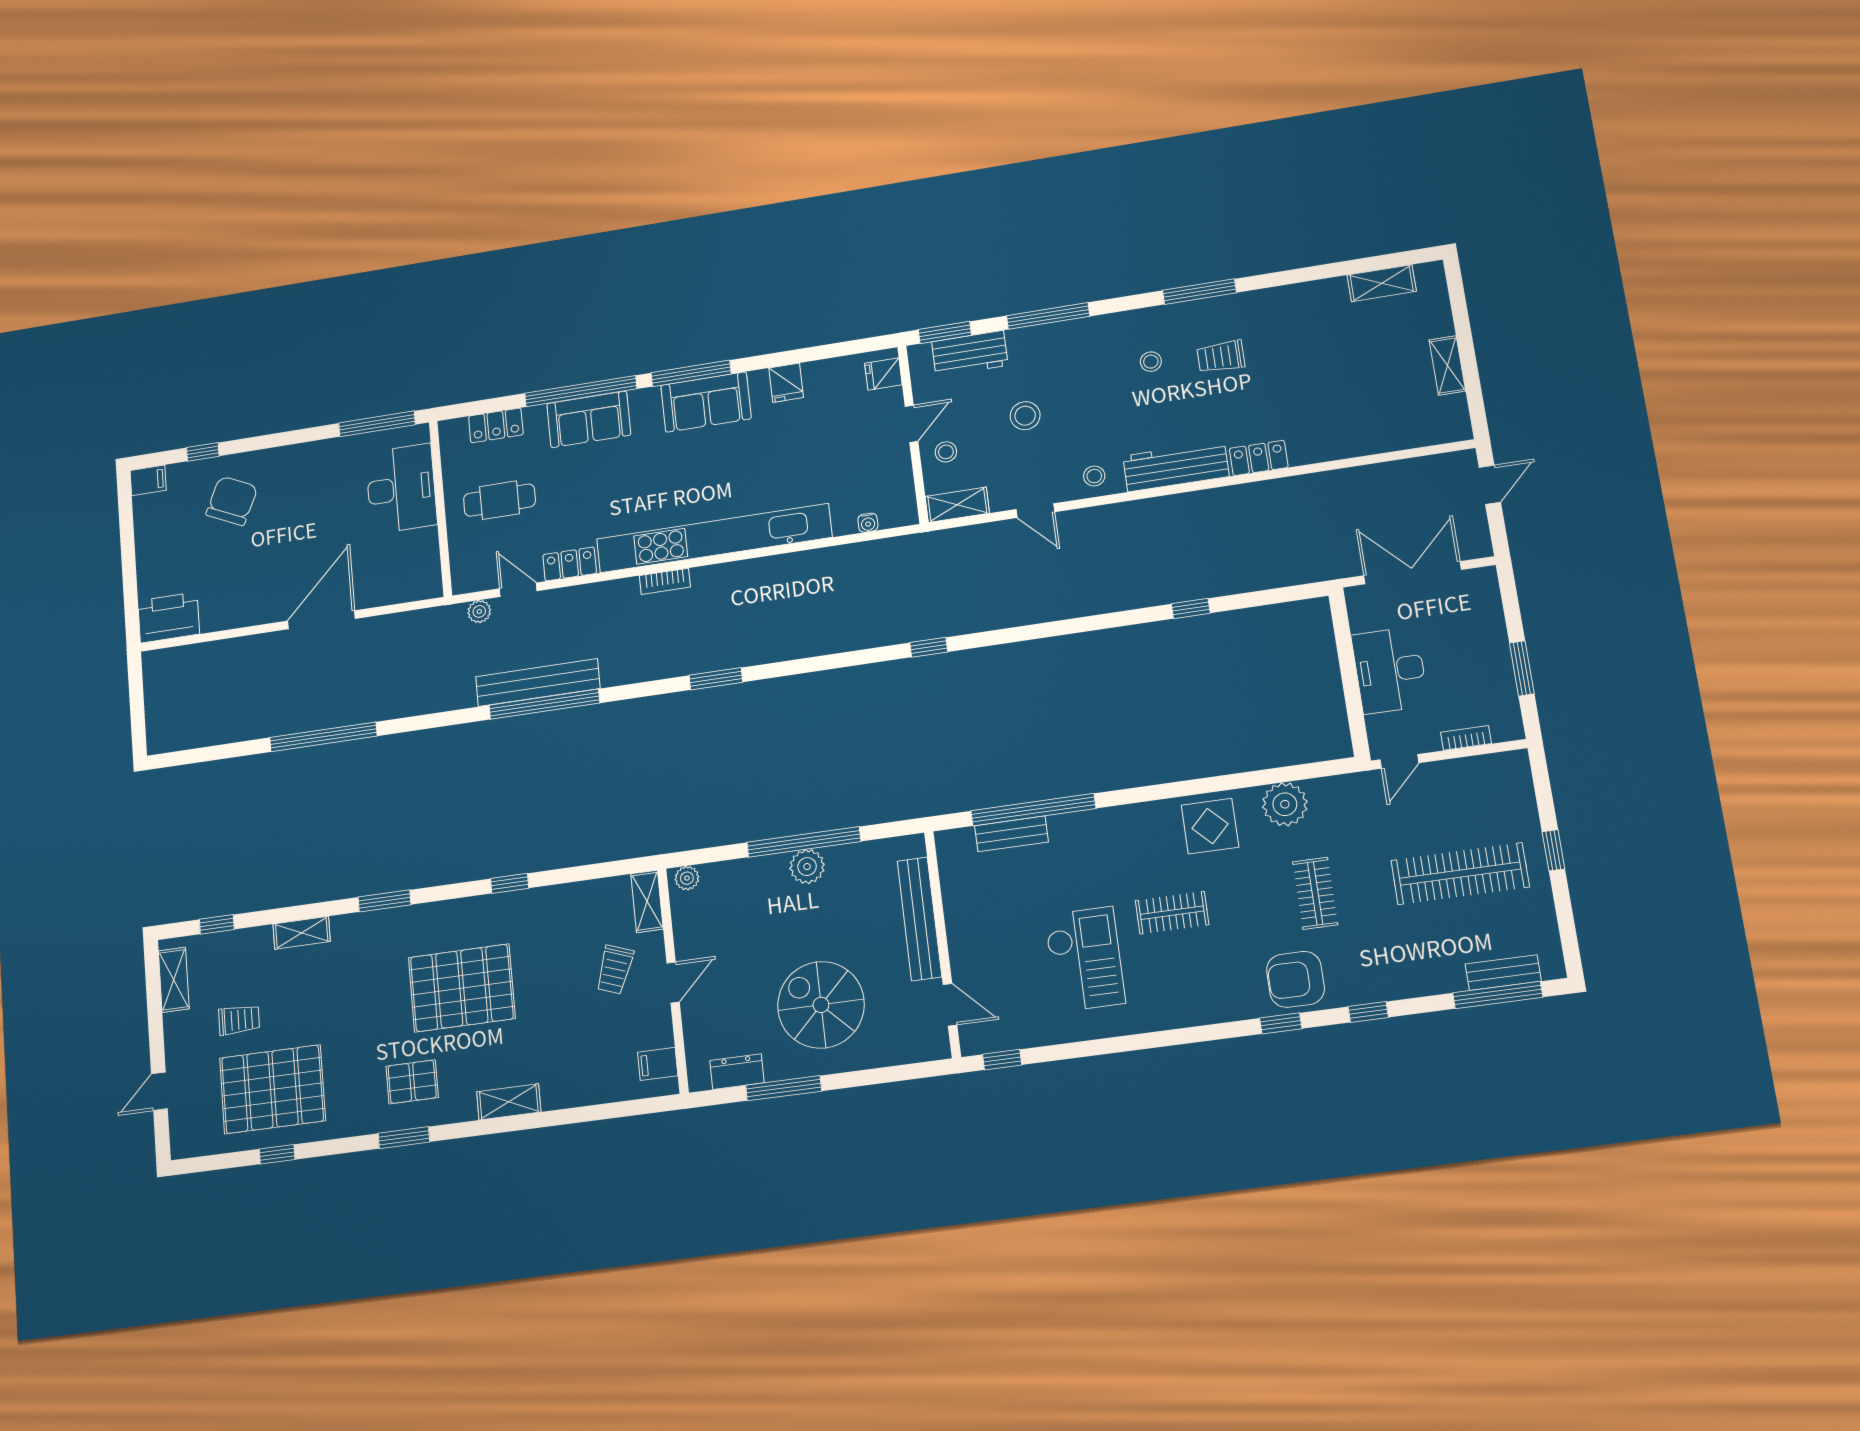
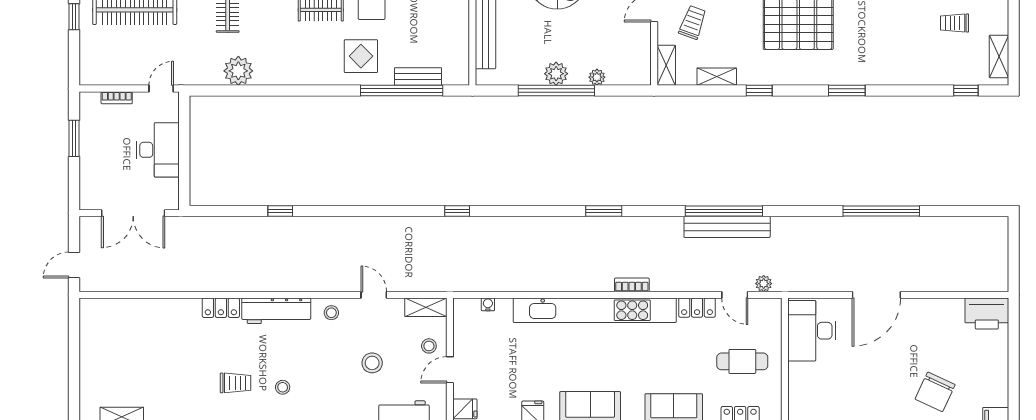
shelving: (1447, 366) -> (88, 352), removed
desk: (401, 489) -> (812, 331), moved
display table: (1210, 826) -> (361, 56), moved
plant: (687, 878) -> (597, 77), moved
shelving: (302, 933) -> (717, 77), moved

